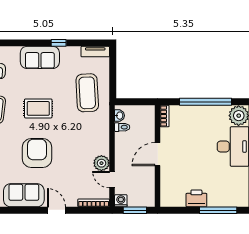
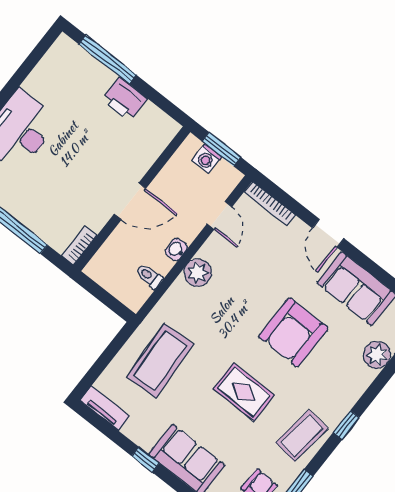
washbasin: (119, 116) -> (176, 249), moved
plant: (101, 163) -> (198, 273), moved
washing machine: (121, 201) -> (207, 159), moved

